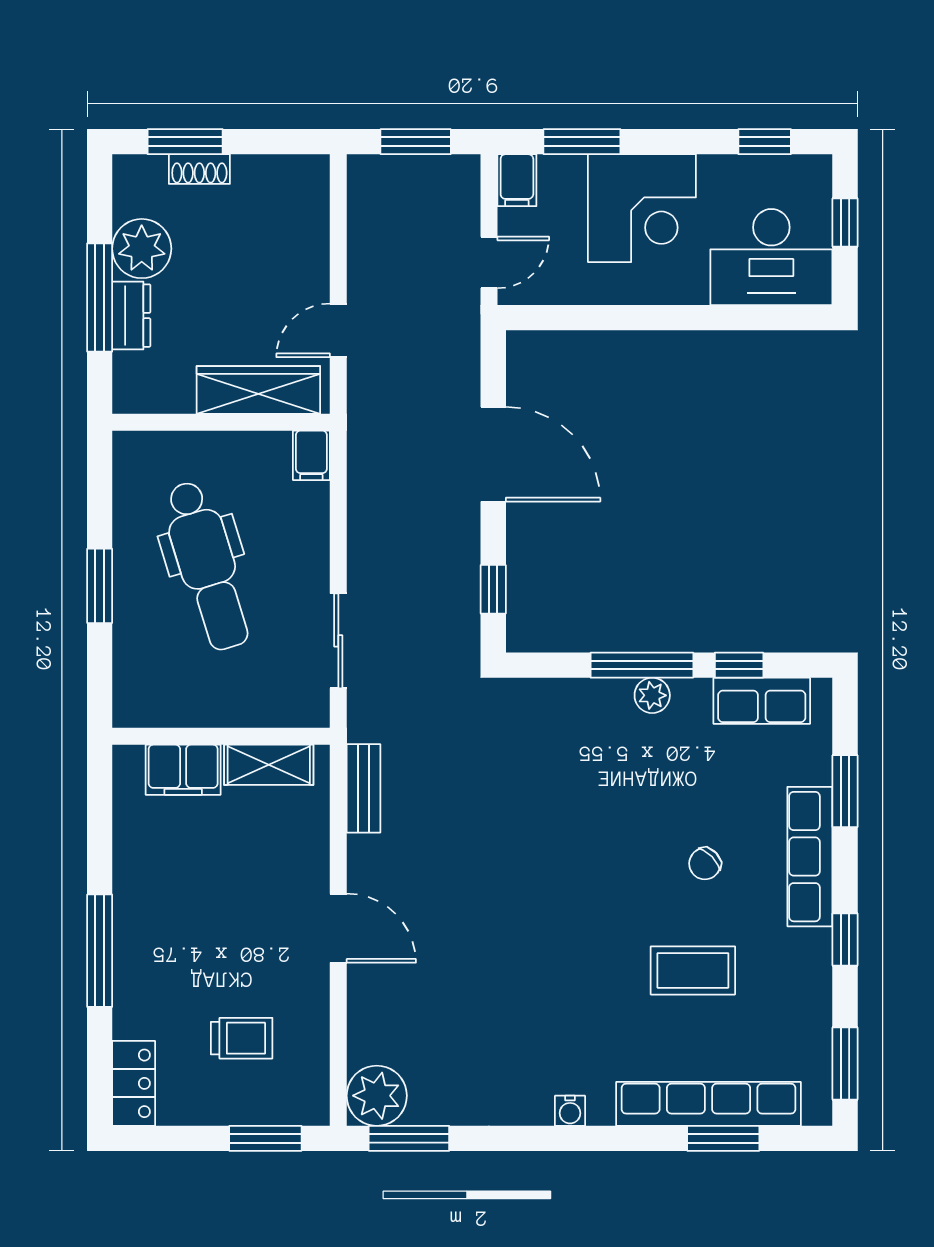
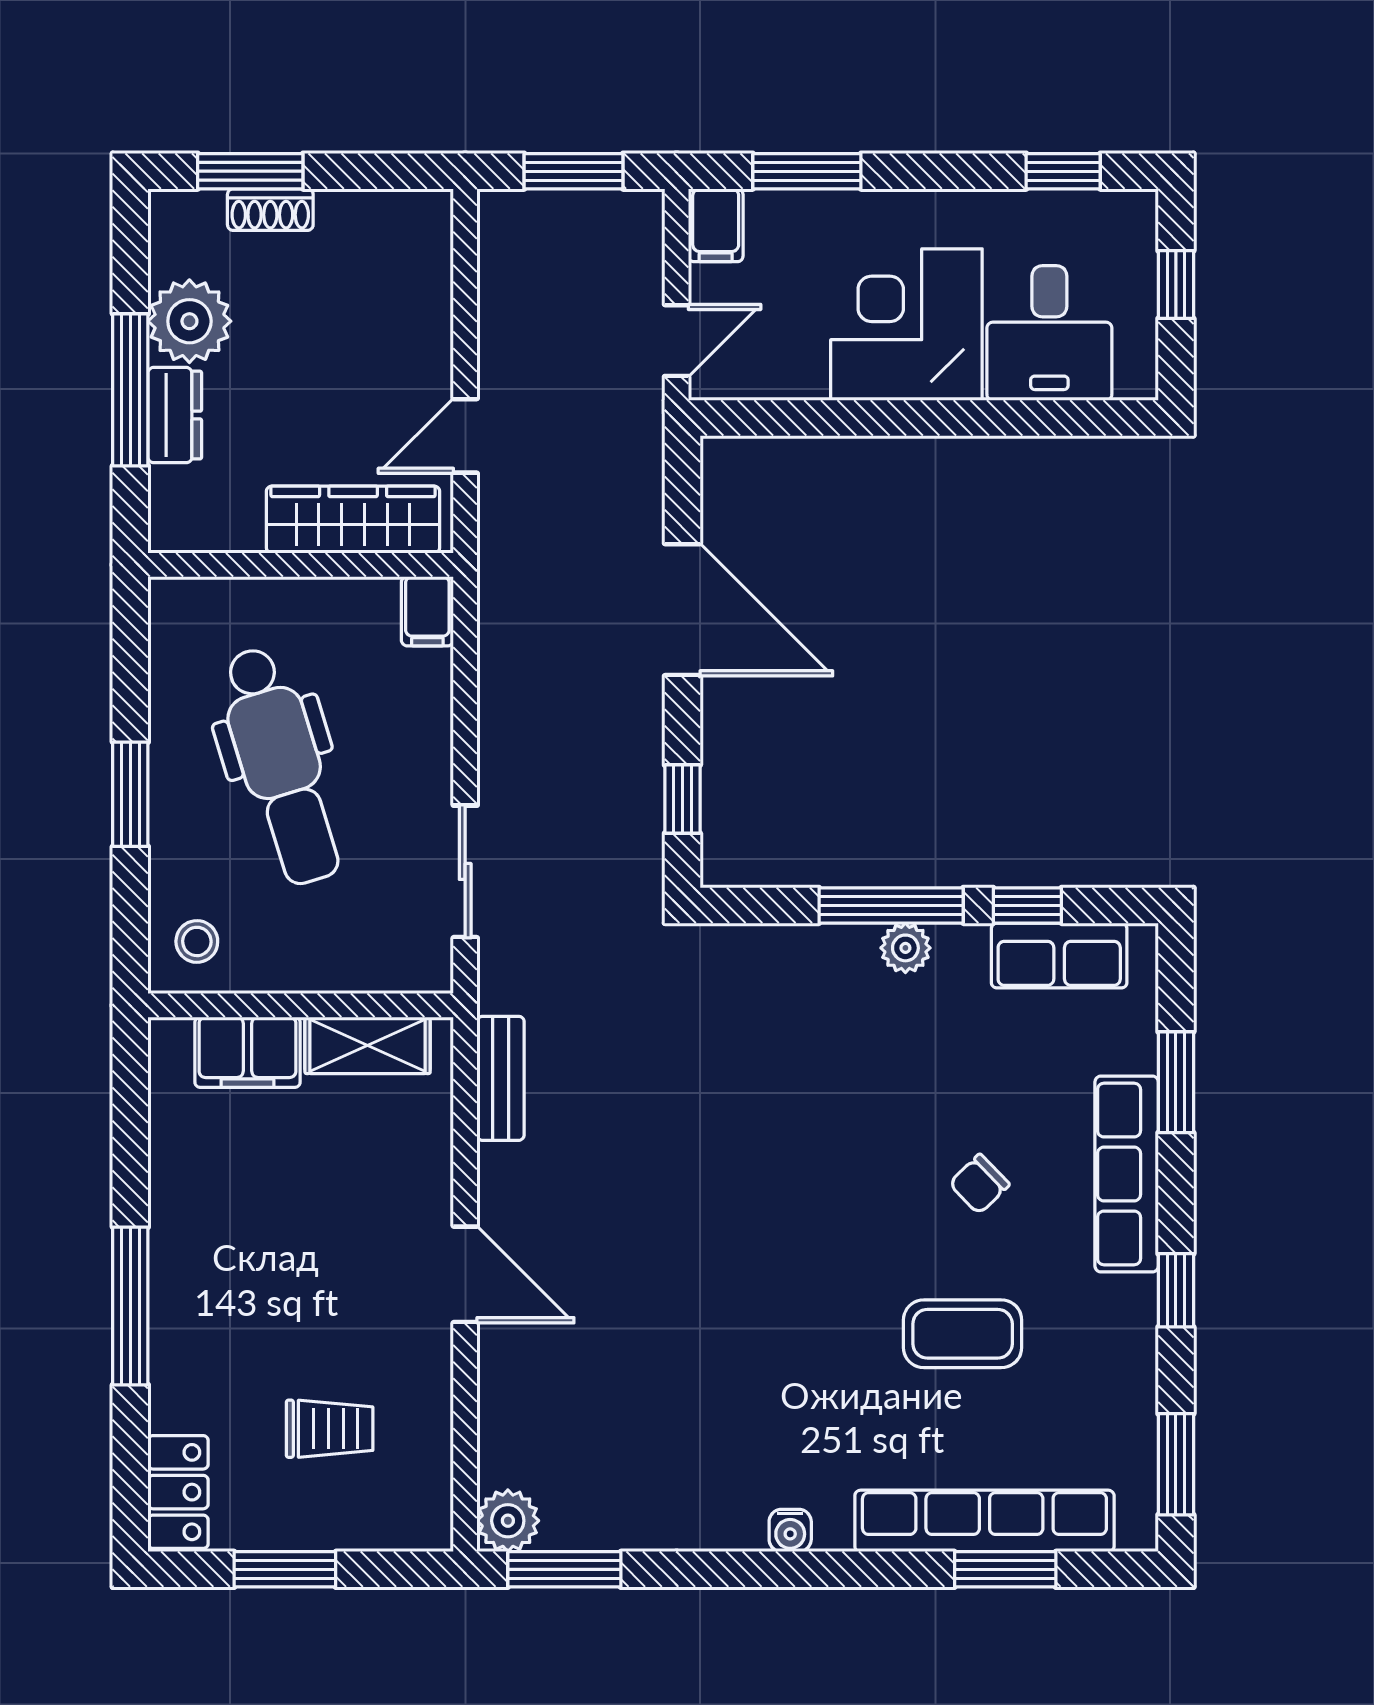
corner desk: (642, 208) -> (906, 325), moved, turned 180
desk: (771, 257) -> (1049, 333), width x0.73
stool: (147, 691) -> (197, 941), added
plant: (377, 1096) -> (508, 1521), width x0.73, depth x0.73
window: (265, 1138) -> (285, 1569), moved

